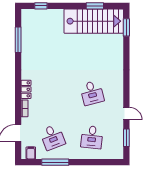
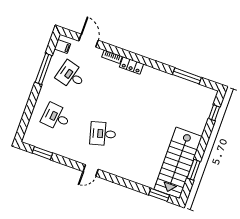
door: (126, 114) -> (91, 170), moved
desk: (53, 137) -> (71, 75), turned 36

